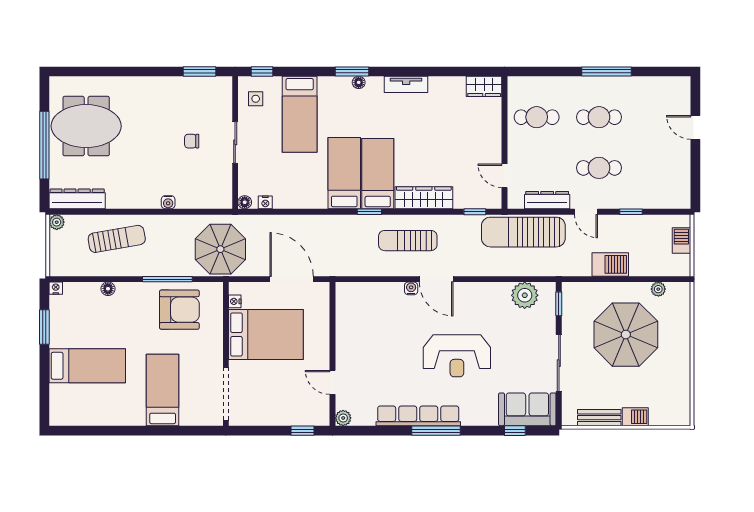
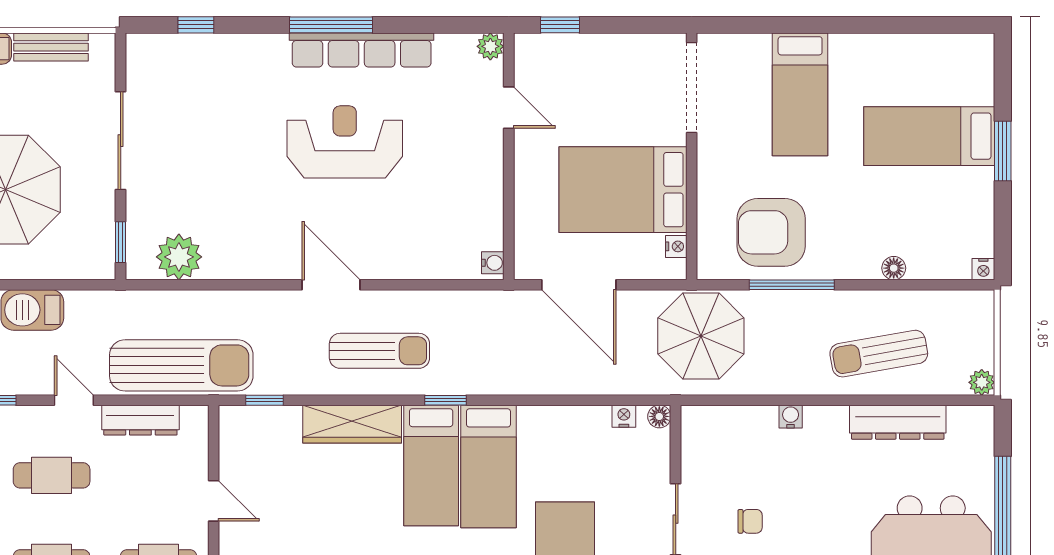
door: (505, 176) -> (214, 501), moved
dresser: (77, 199) -> (898, 422), moved
water cooler: (411, 288) -> (493, 263), moved, turned -90
window: (44, 327) -> (1003, 151), moved
reception desk: (457, 356) -> (345, 142), moved
sofa: (527, 409) -> (174, 61), removed

